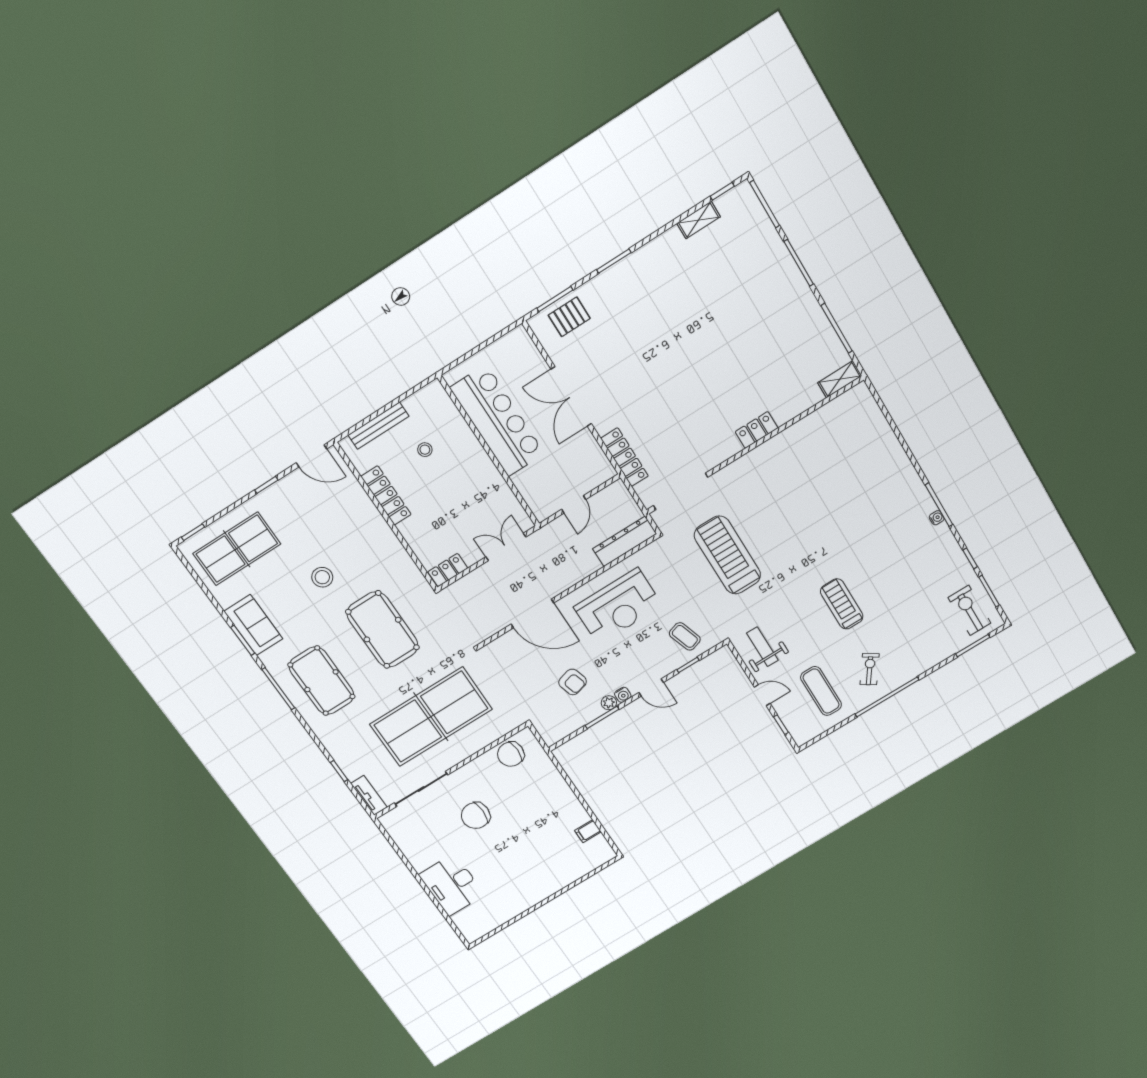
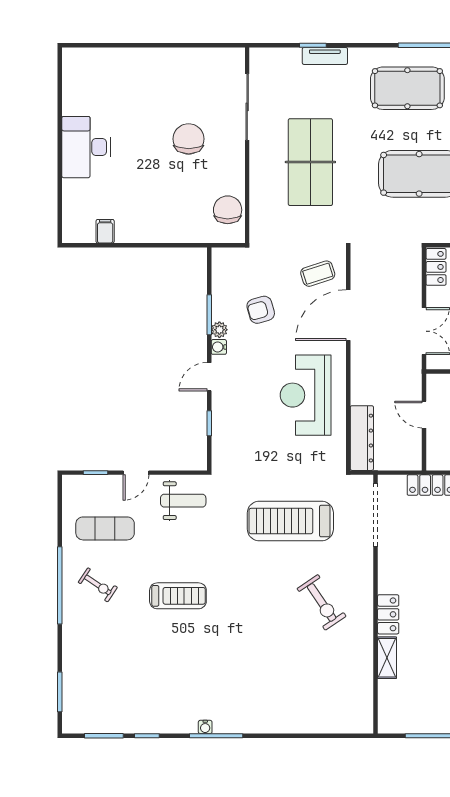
shelving: (840, 379) -> (387, 658), moved
treadmill: (727, 555) -> (290, 521), turned 180
exercise bike: (969, 610) -> (322, 602), moved, turned 56
coffee table: (685, 636) -> (318, 274), moved
table tennis table: (431, 717) -> (310, 162), width x0.73, depth x0.76
tv unit: (369, 795) -> (325, 56), moved
desk: (452, 885) -> (86, 147), moved, turned -90

